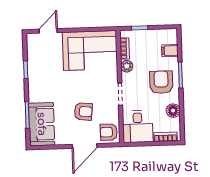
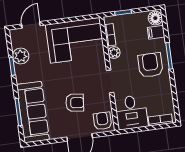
plant: (35, 60) -> (21, 56), added
floor lamp: (173, 111) -> (155, 18), moved
sofa: (42, 124) -> (33, 112), width x1.36
armchair: (109, 132) -> (102, 121), turned 90

